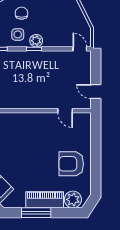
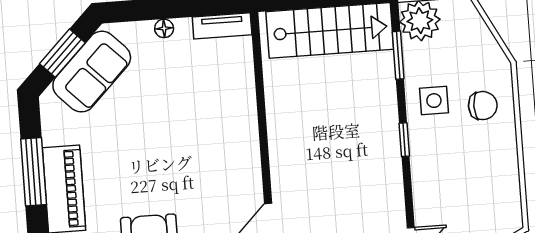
plant: (36, 41) -> (423, 143), removed

